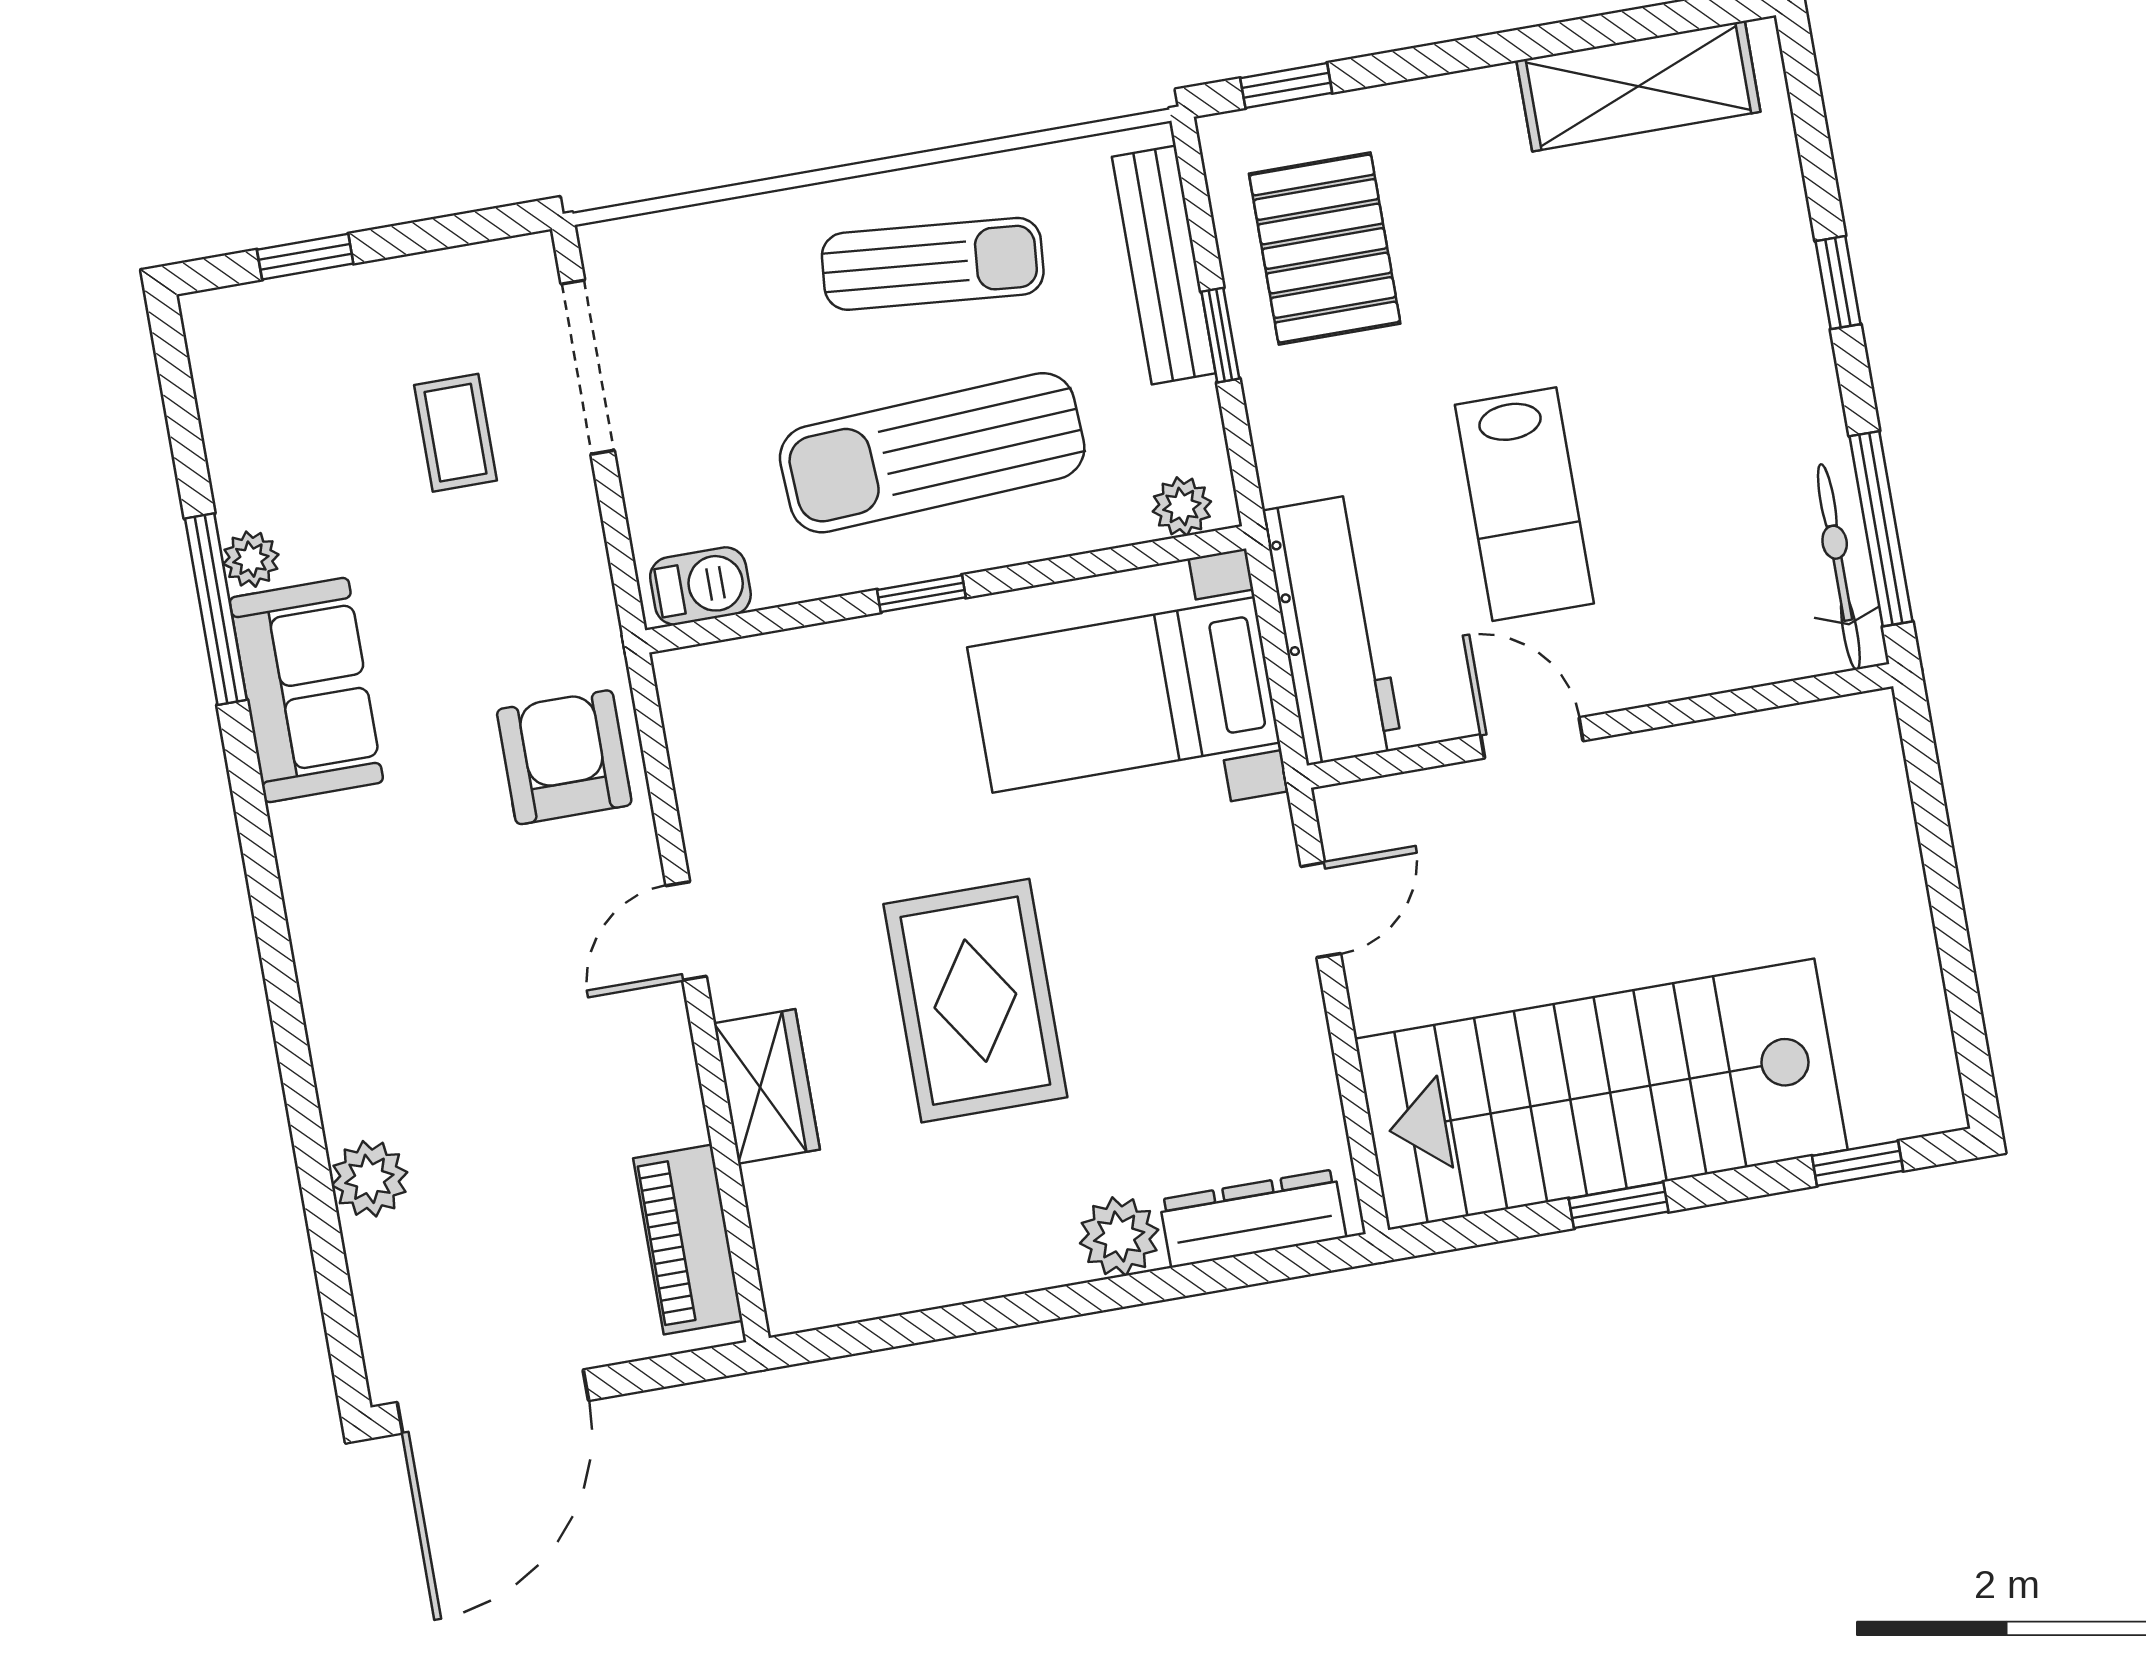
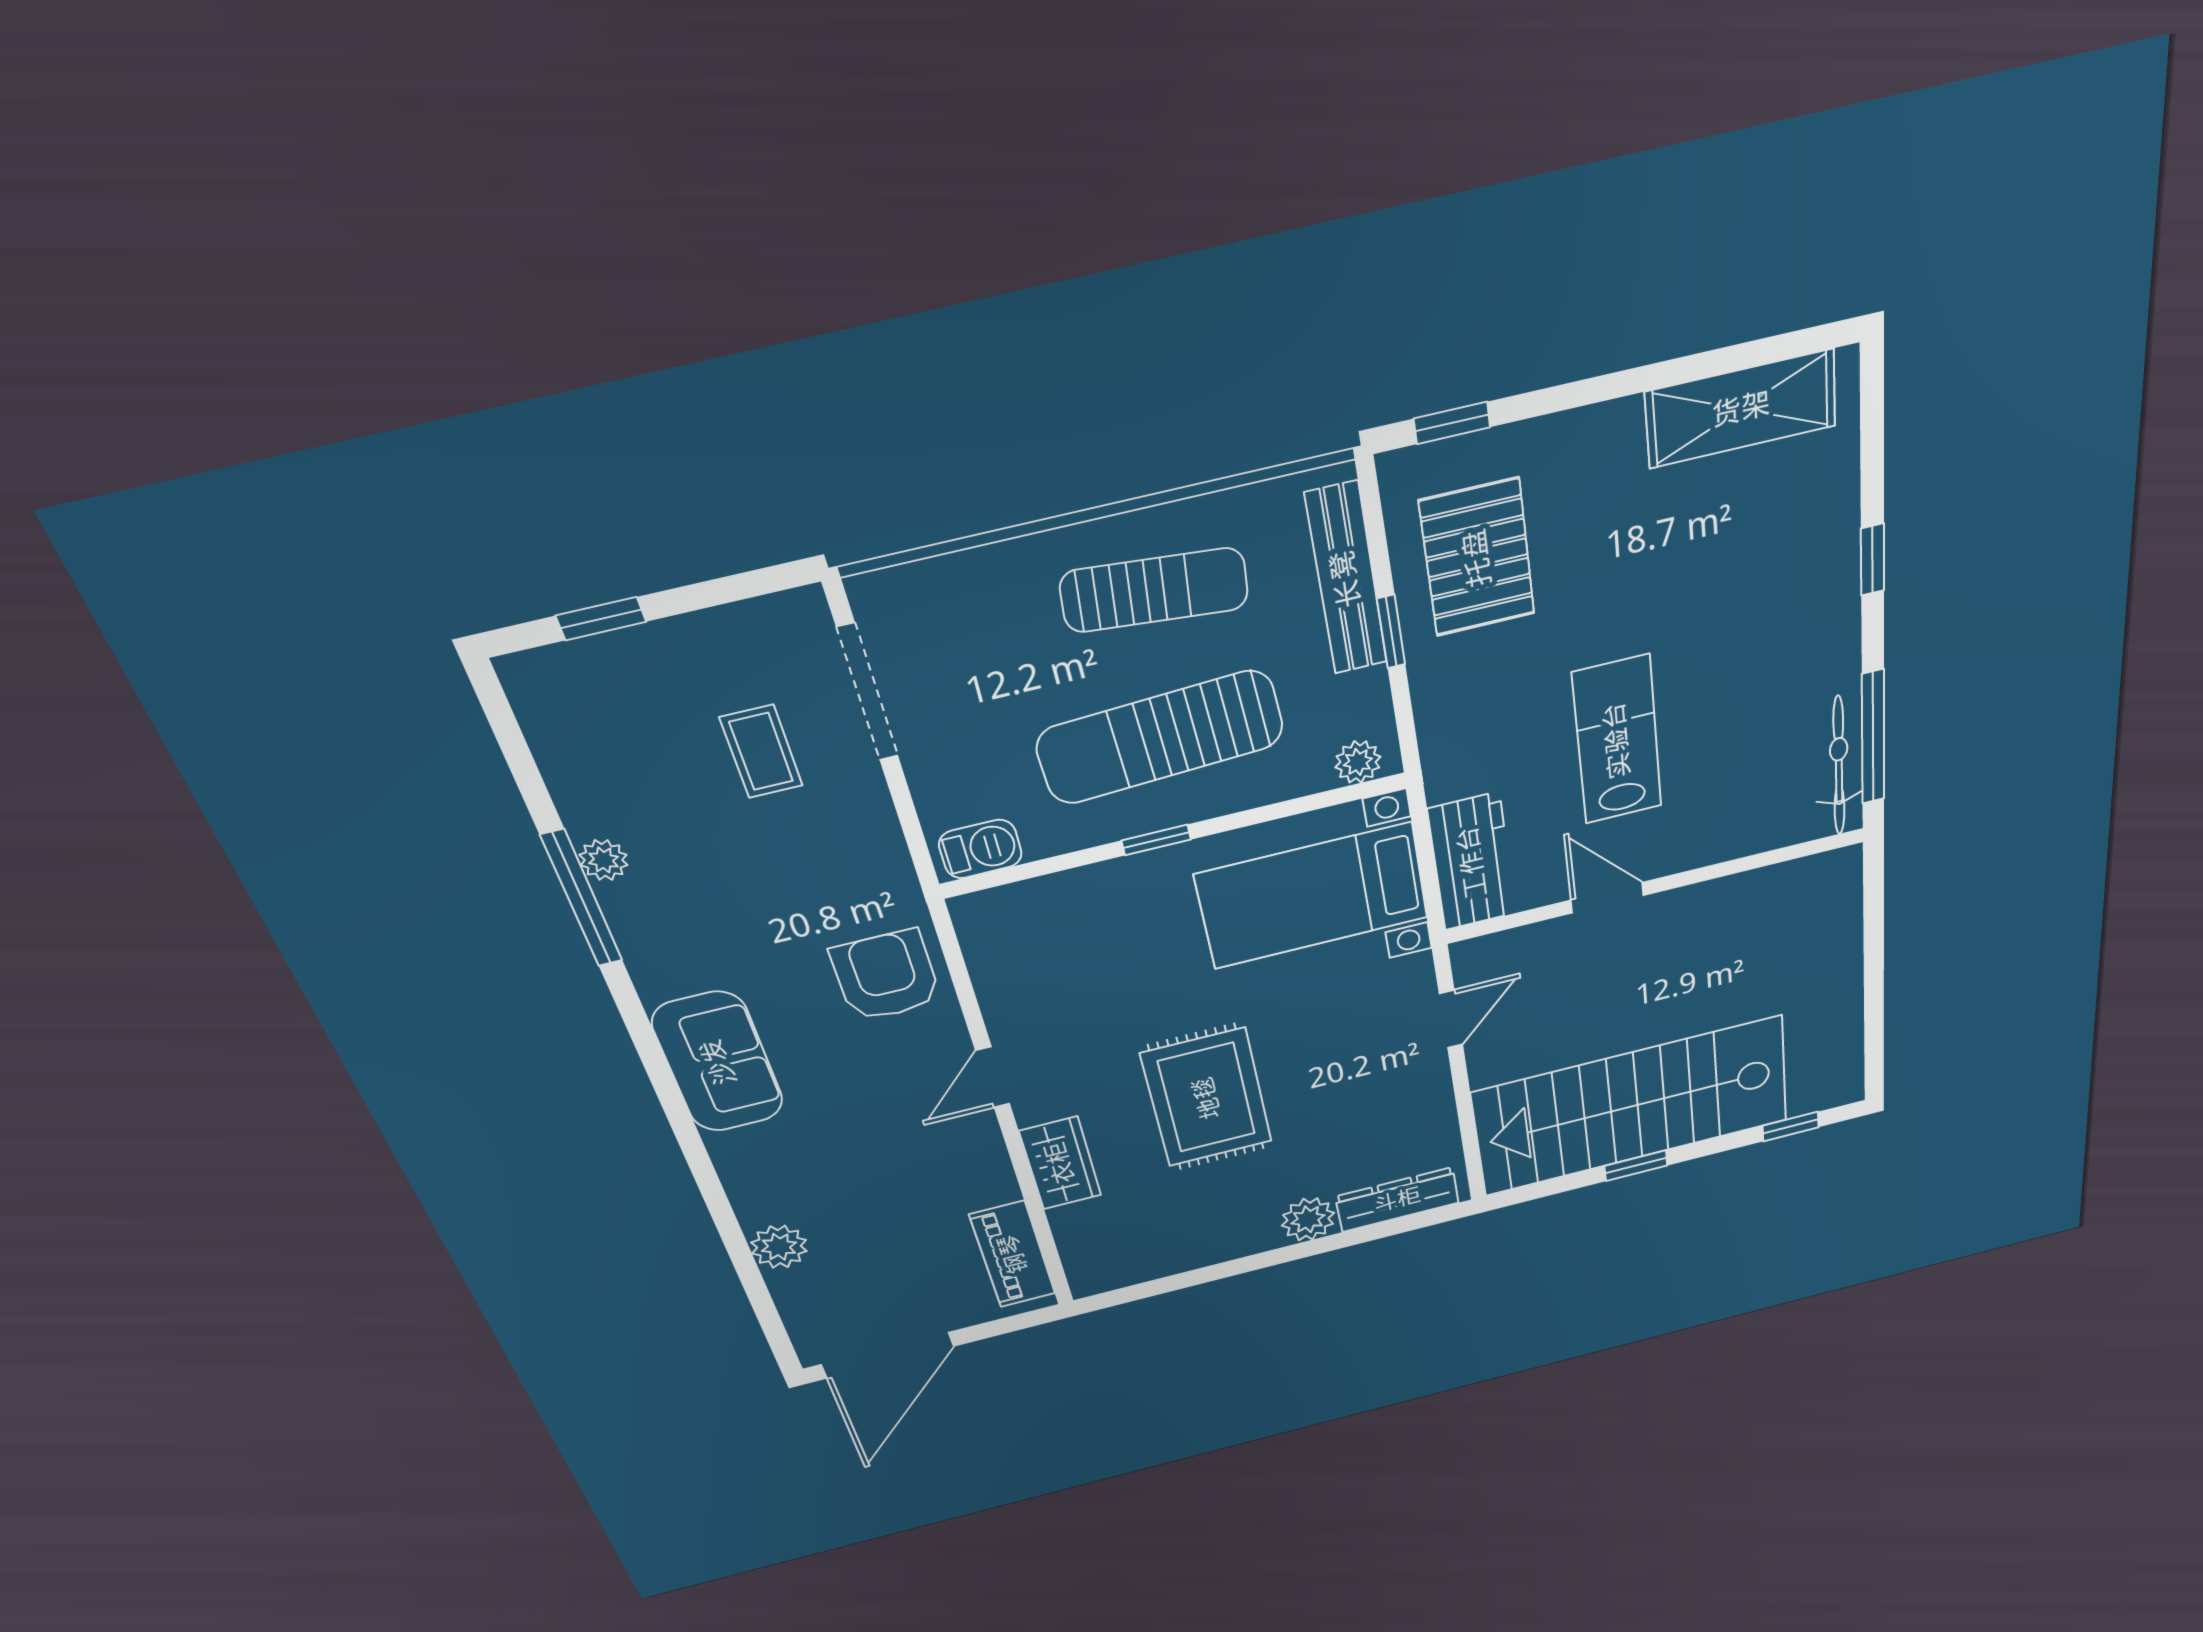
lab bench: (1524, 504) -> (1617, 740), turned 180
workbench: (1333, 630) -> (1472, 862), width x0.73
sofa: (306, 690) -> (718, 1062), moved

